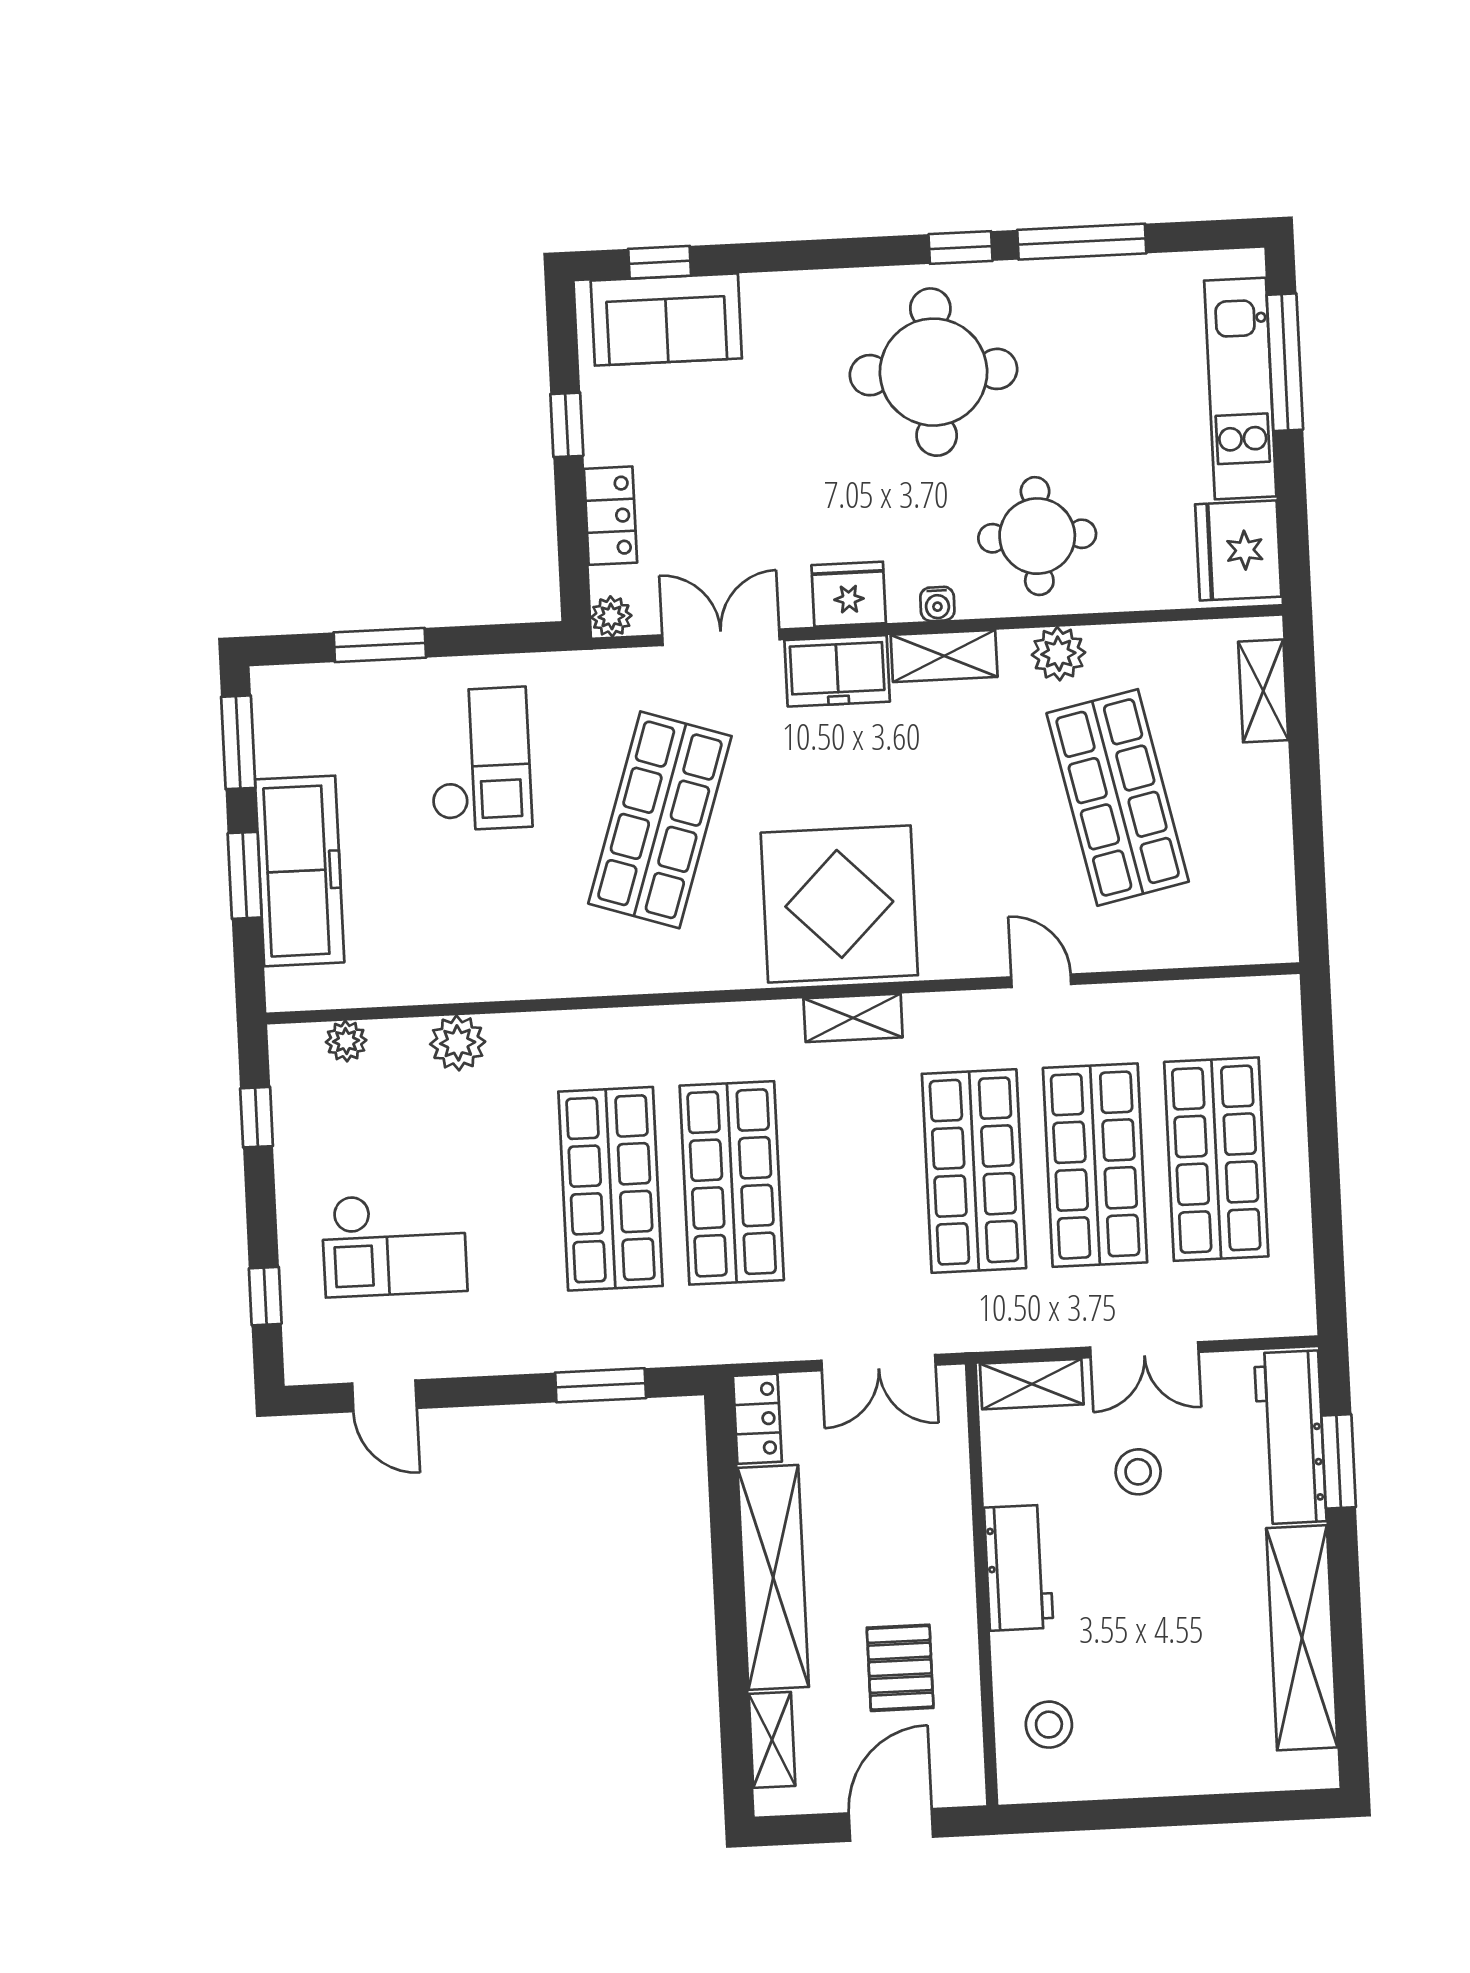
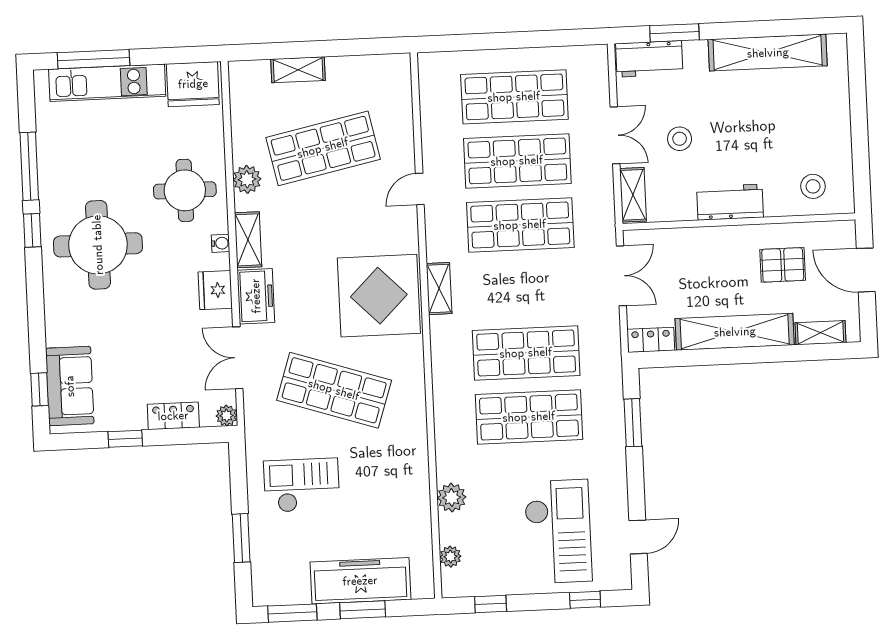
shelving: (1263, 691) -> (298, 70), moved
checkout: (394, 1244) -> (558, 531), width x1.36, depth x1.21
workbench: (1290, 1437) -> (649, 59), width x0.73

